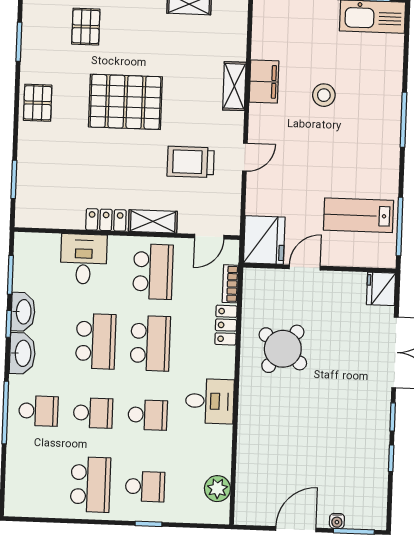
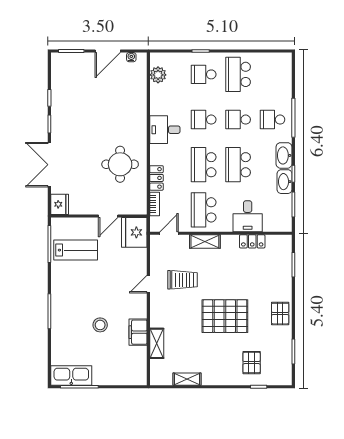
shelving: (234, 86) -> (157, 343), moved
locker: (106, 220) -> (252, 241), moved
round table: (283, 349) -> (120, 164), turned -38
water cooler: (337, 521) -> (131, 57), moved

